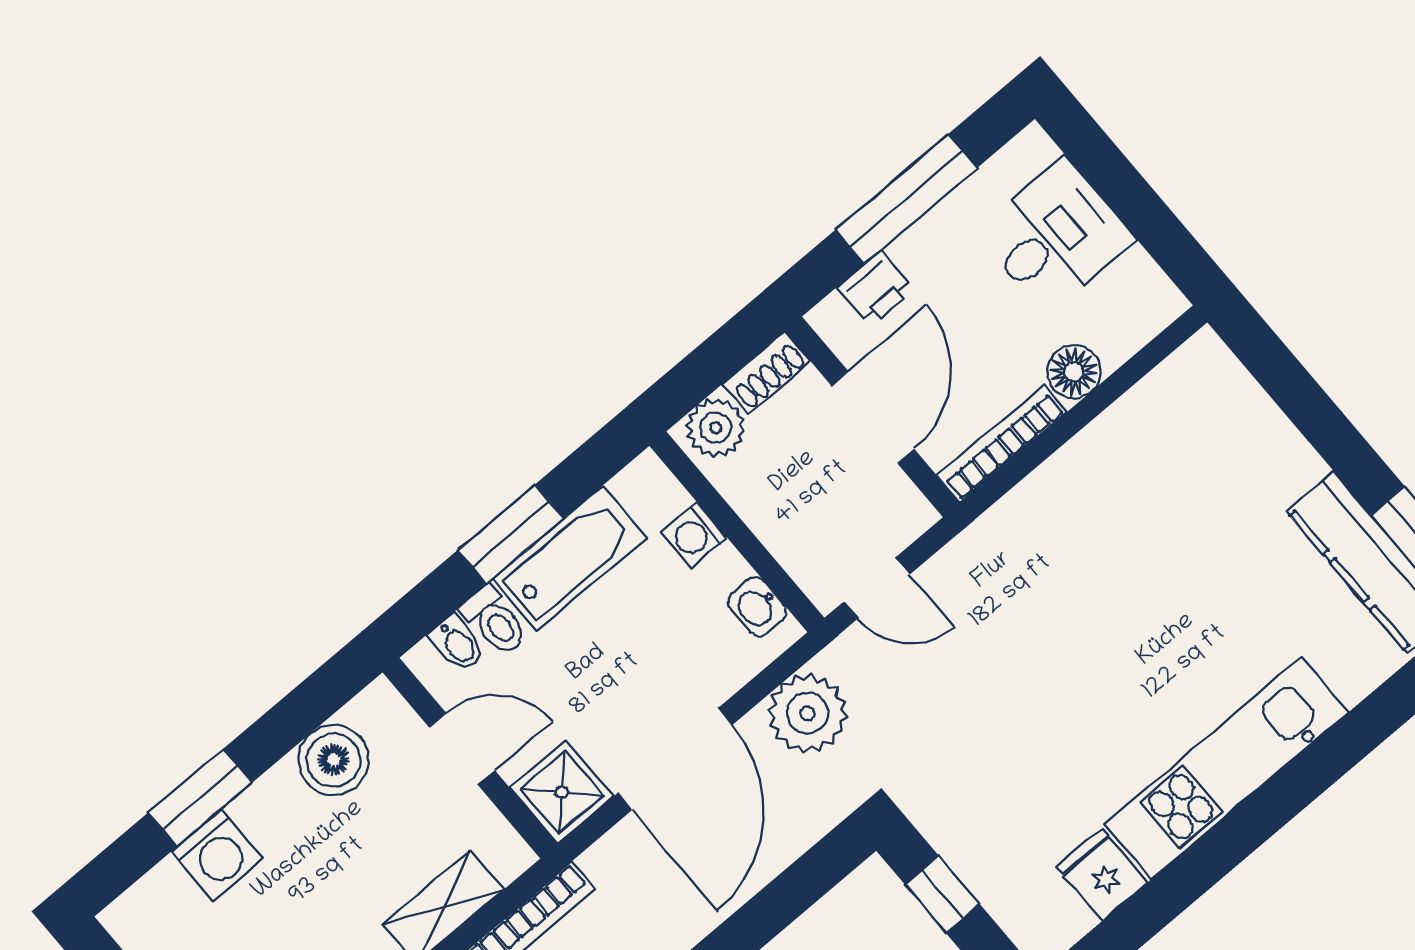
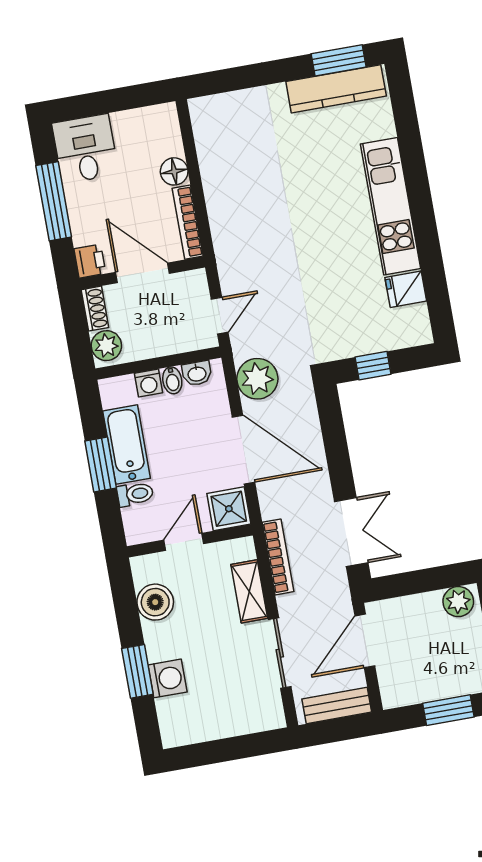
desk: (1055, 236) -> (85, 149), moved
printer: (875, 289) -> (90, 261), moved
bidet: (457, 643) -> (172, 380), moved, turned 90

